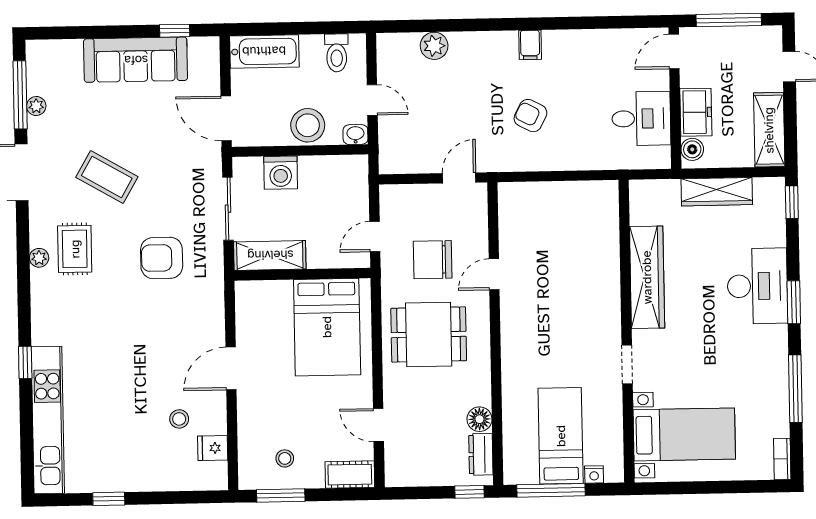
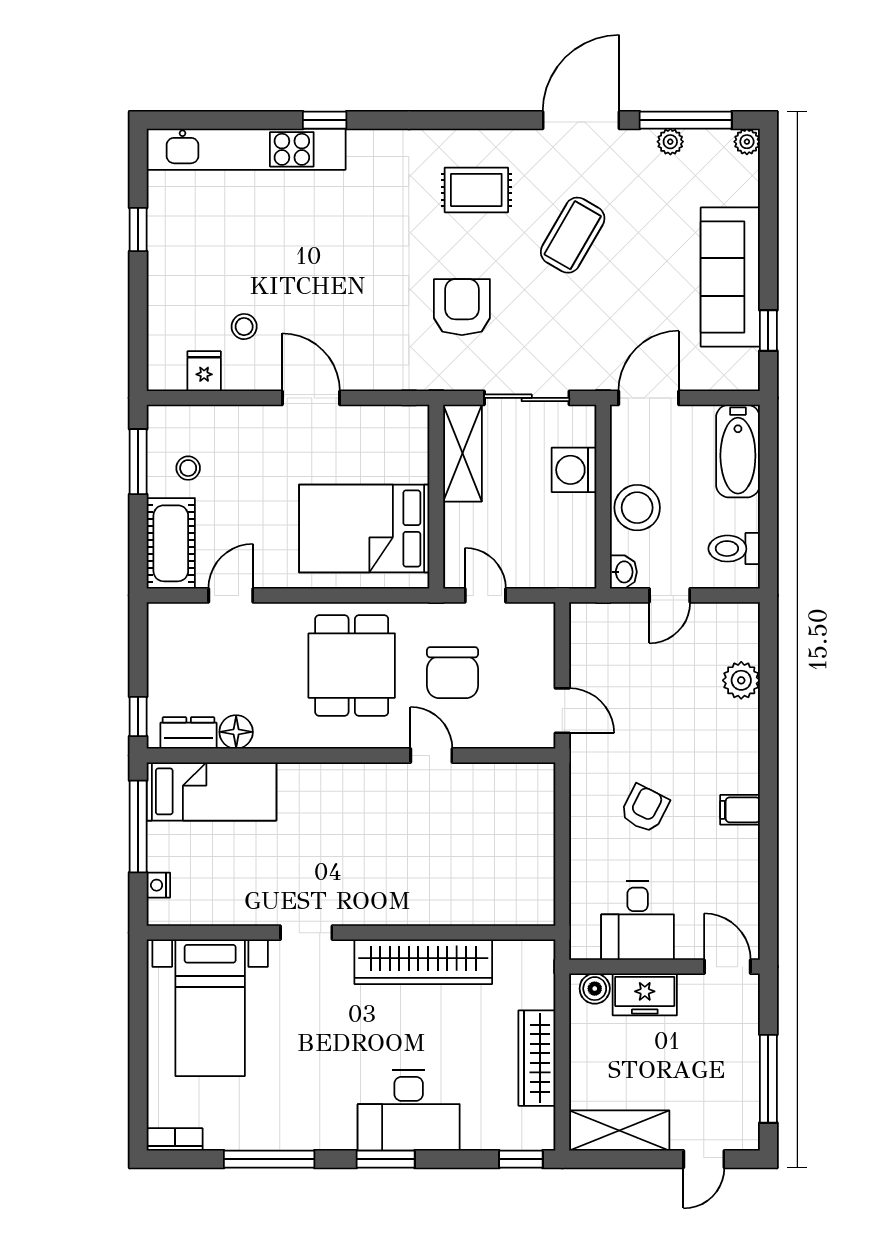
door: (674, 51) -> (727, 967), moved
wall: (675, 98) -> (664, 967), moved
freezer: (696, 112) -> (645, 994), moved
desk: (641, 119) -> (638, 921), moved
boiler: (692, 149) -> (595, 989), moved
plant: (39, 258) -> (747, 142), moved
chair: (433, 260) -> (453, 673), turned 180
bed: (561, 436) -> (211, 791), moved
cot: (350, 475) -> (171, 543), width x1.37, depth x1.34

